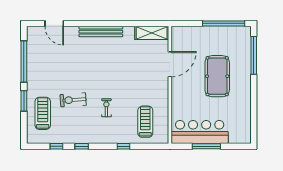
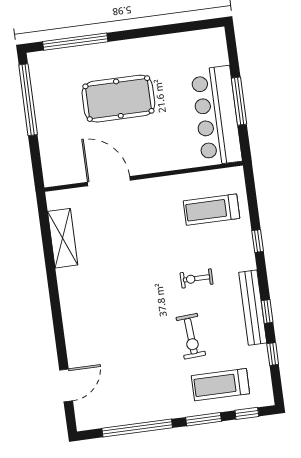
bench: (101, 32) -> (253, 308), moved
shelving: (152, 33) -> (63, 238), moved
window: (24, 126) -> (247, 413), added

